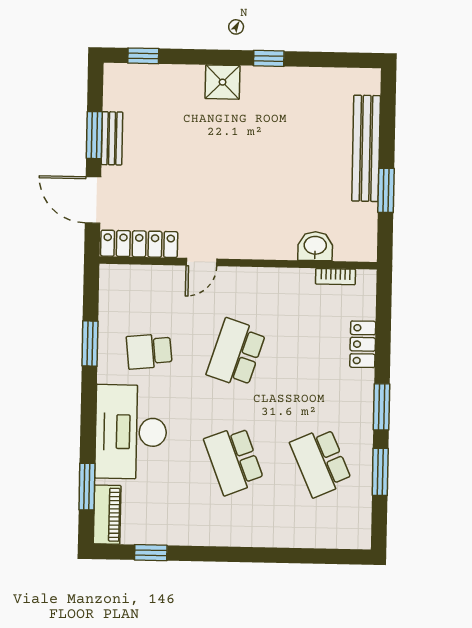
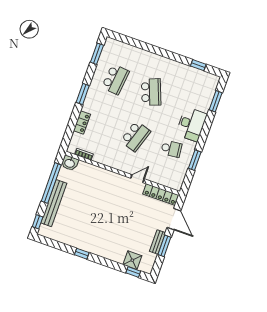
shower: (223, 82) -> (132, 260), moved
window: (388, 96) -> (38, 222), added
window: (386, 190) -> (51, 183), width x2.11
washbasin: (315, 246) -> (70, 163), moved
desk: (131, 432) -> (191, 124), width x0.73, depth x0.77
school desk: (321, 462) -> (115, 79), turned 30
window: (380, 472) -> (97, 54), moved
piano: (107, 515) -> (211, 87), removed

